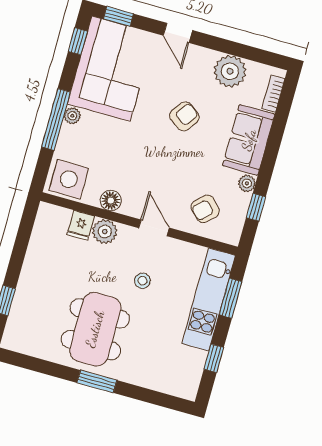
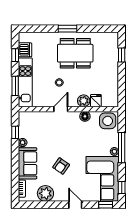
armchair: (205, 209) -> (39, 125), removed
door: (154, 228) -> (61, 109), swing flipped
dining table: (95, 329) -> (75, 53), turned 90
dishwasher: (192, 363) -> (25, 50), added

